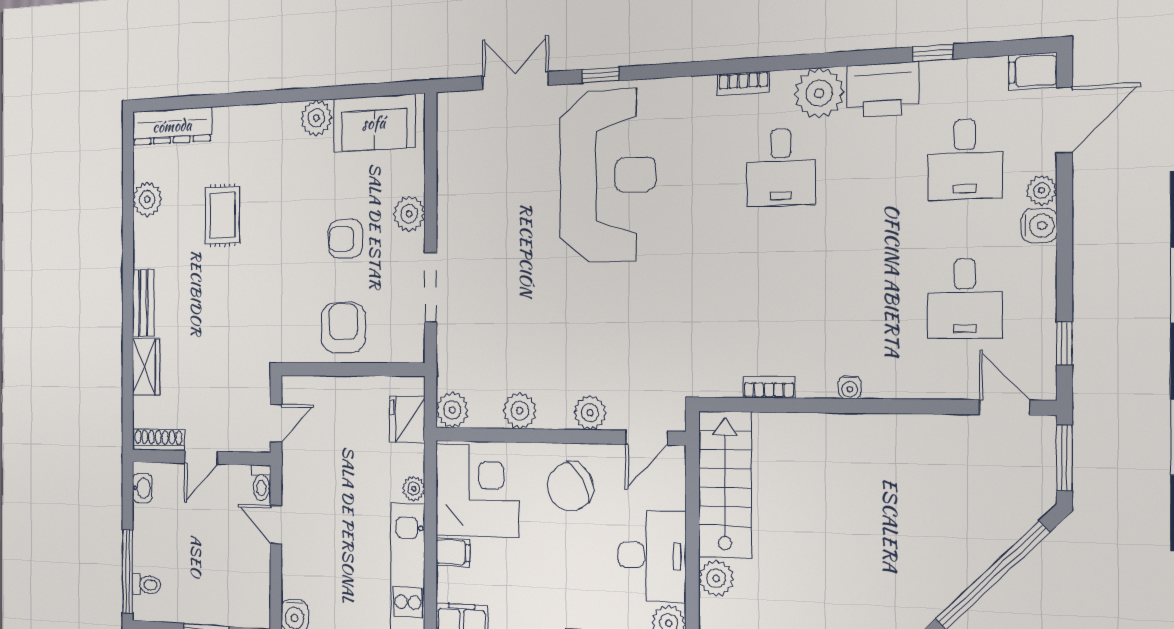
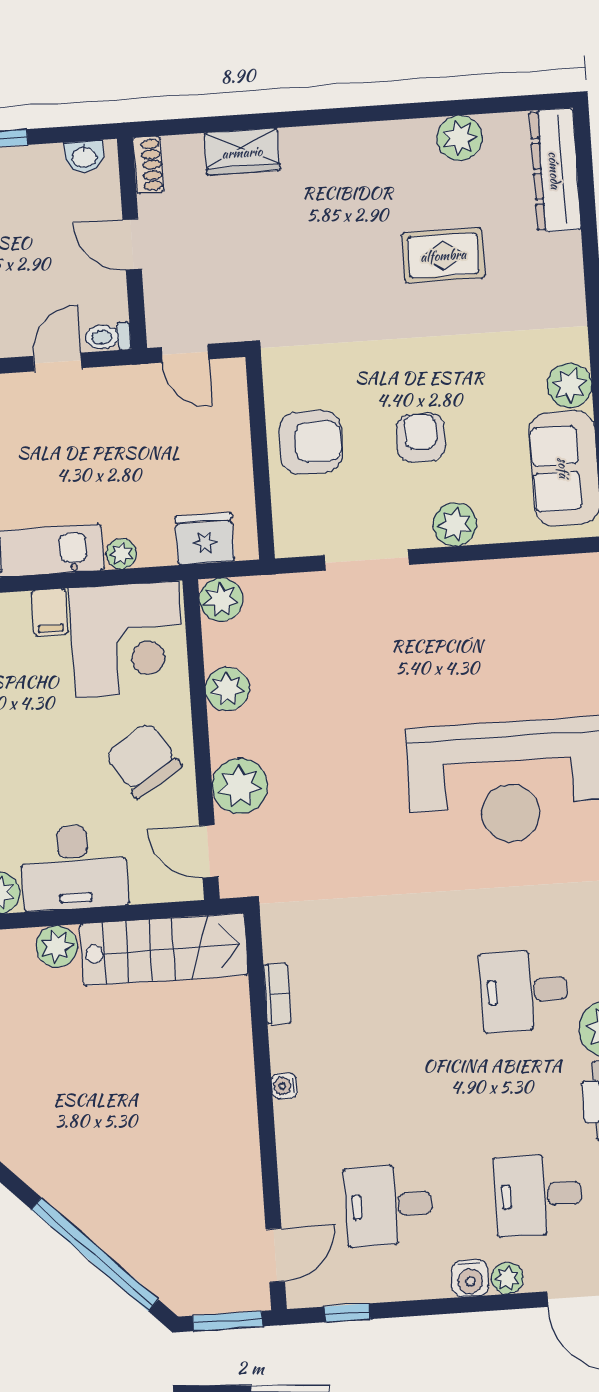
bench: (143, 303) -> (325, 141), removed
plant: (590, 413) -> (240, 786), width x1.36, depth x1.36
shoe rack: (158, 440) -> (148, 165), width x0.70

